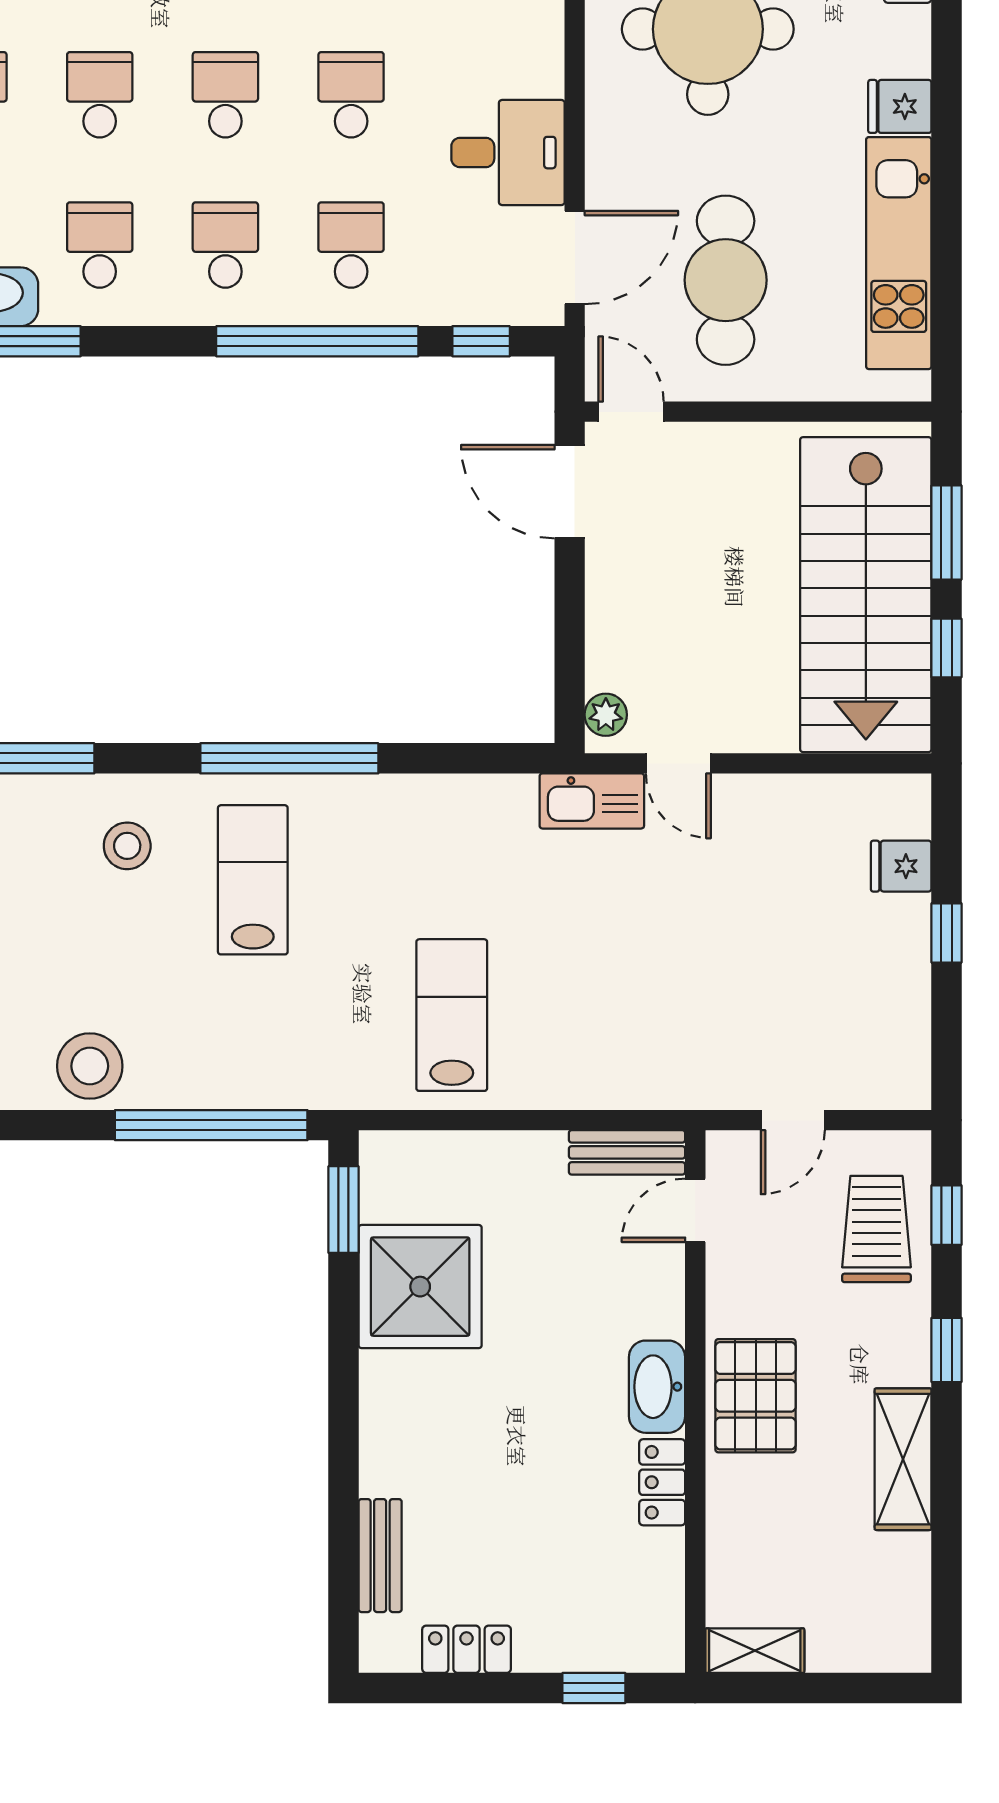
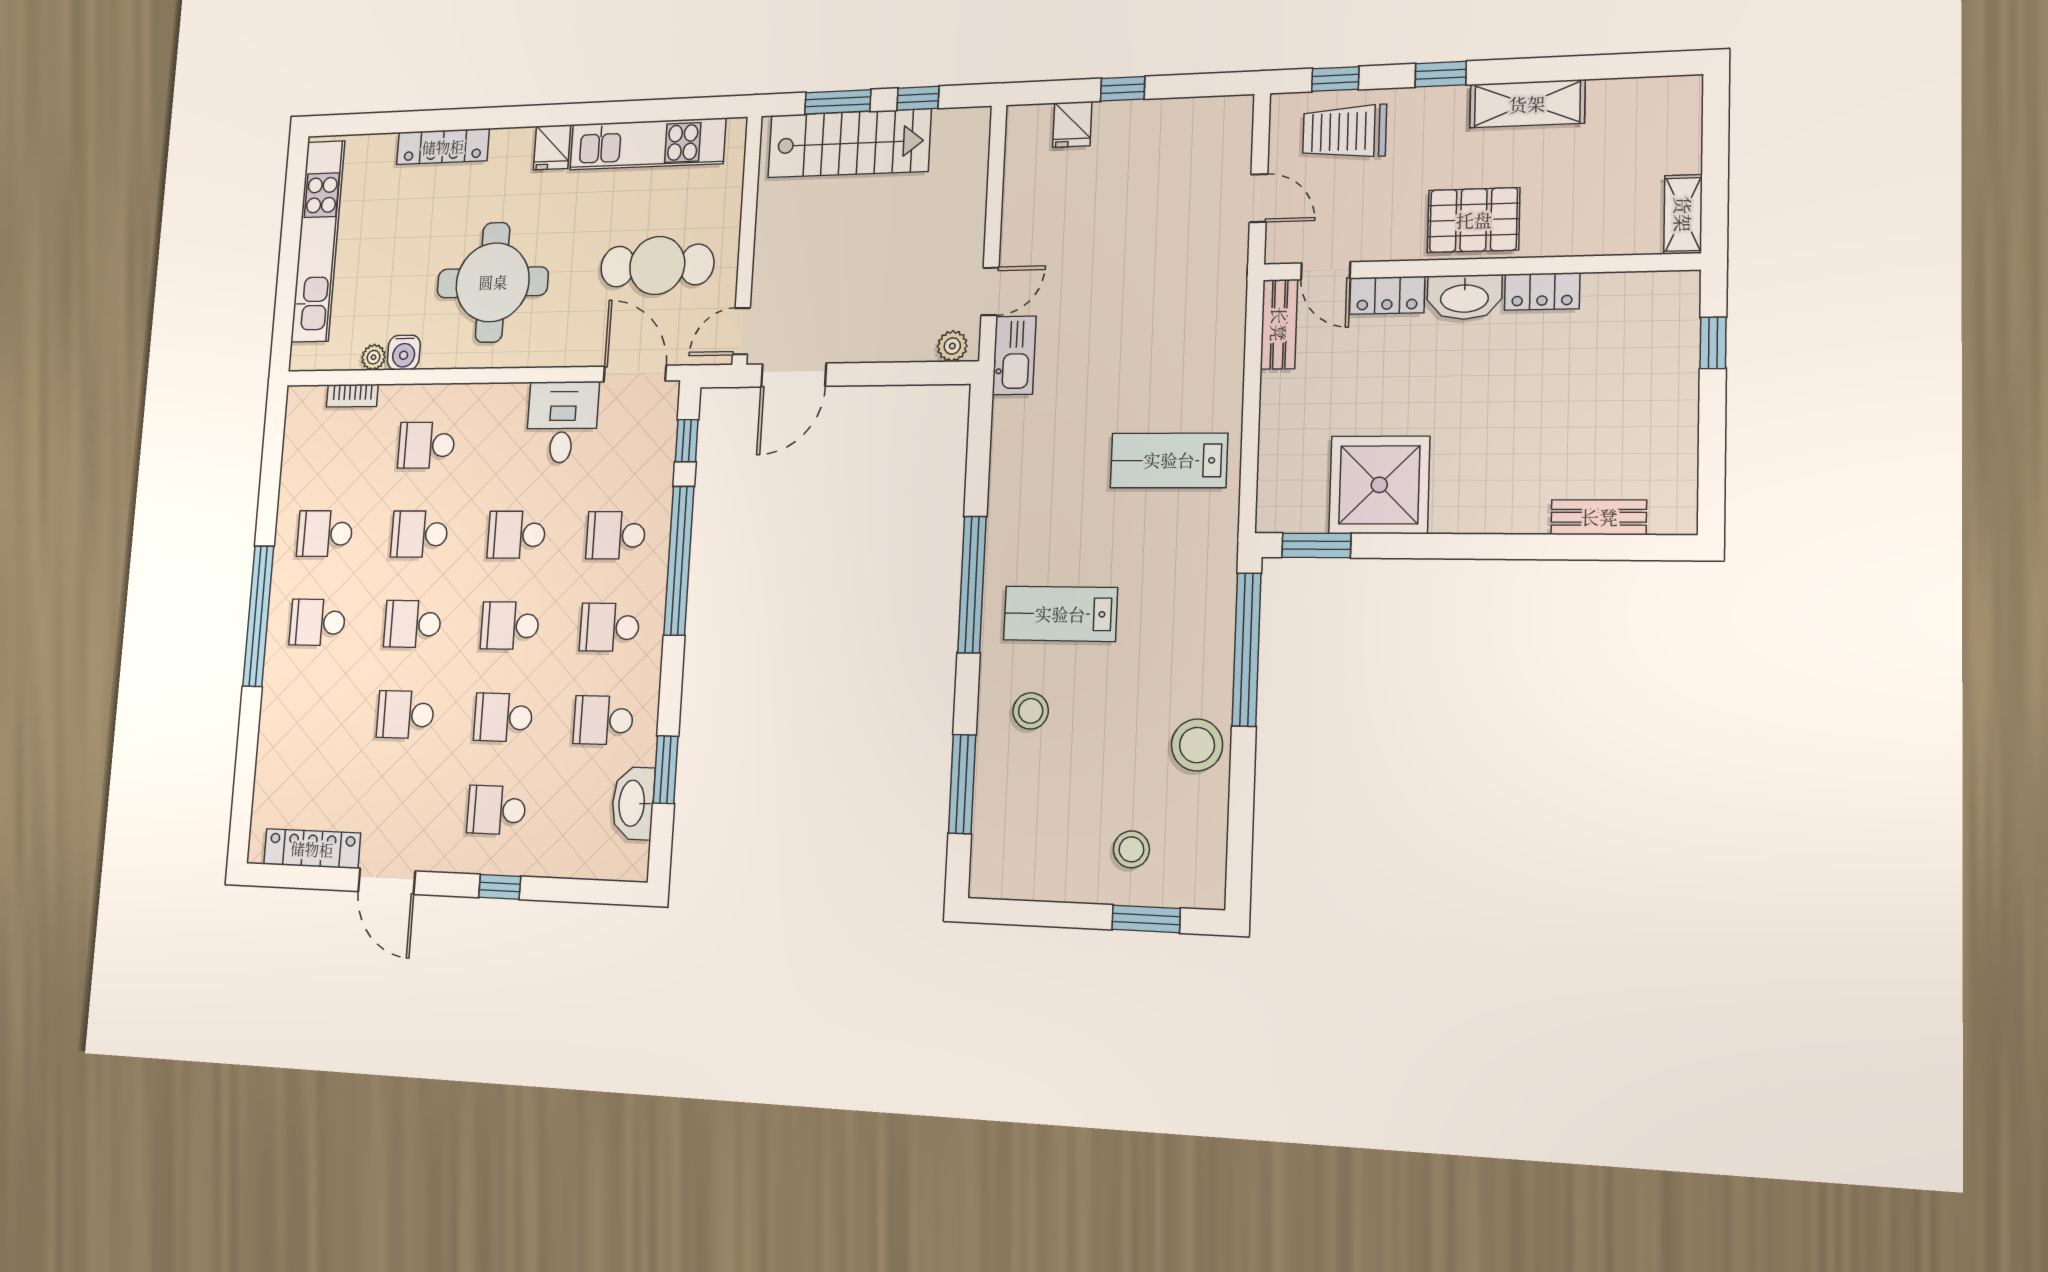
stairs: (866, 595) -> (849, 143), width x0.73, depth x0.66
locker: (467, 1649) -> (1387, 295), moved, turned -90

